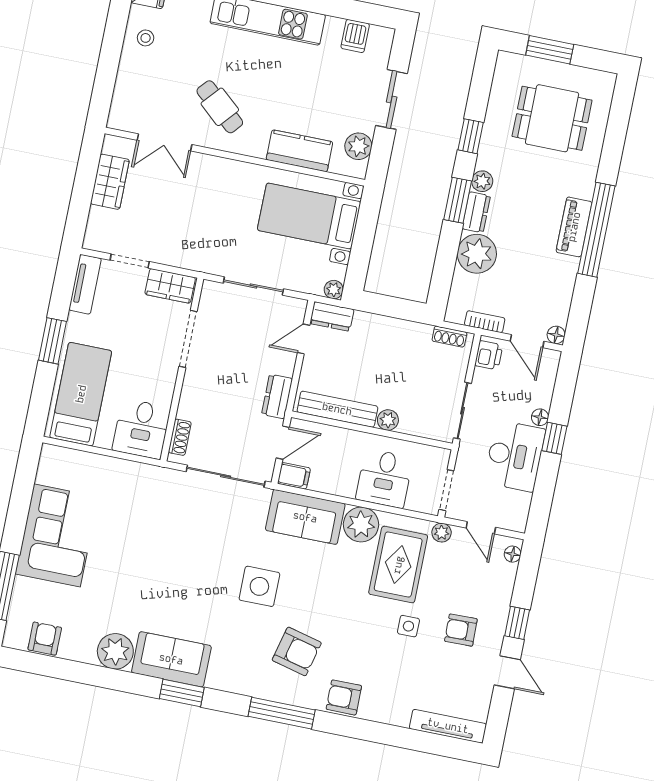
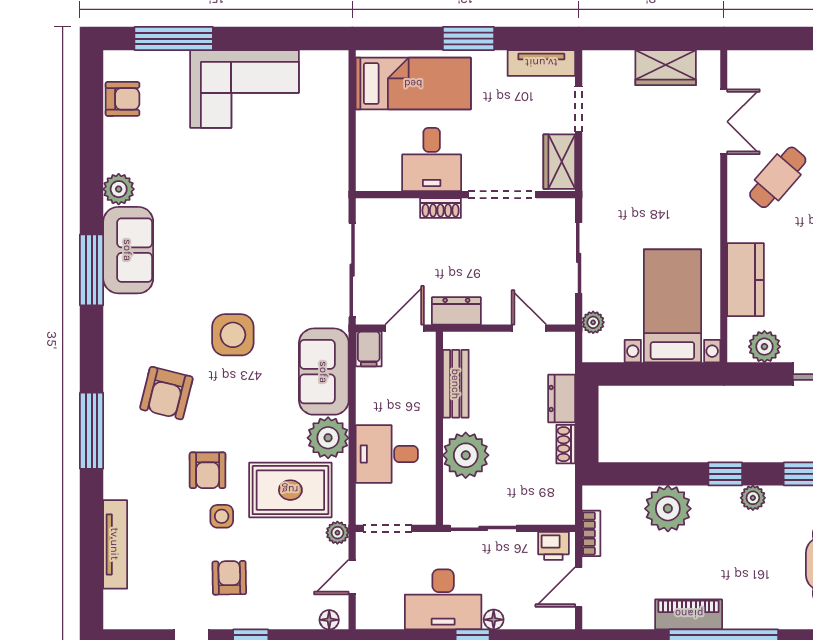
double door: (164, 142) -> (724, 122), swing flipped
window: (458, 200) -> (725, 474), width x0.67
dresser: (476, 212) -> (716, 498), removed
piano: (574, 227) -> (689, 614), moved
plant: (334, 290) -> (593, 322), moved
dresser: (332, 316) -> (562, 398), moved
floor lamp: (556, 335) -> (593, 619), removed
shoe rack: (449, 337) -> (566, 444), moved
bench: (337, 409) -> (456, 384), width x0.73
plant: (388, 420) -> (466, 455), width x1.88, depth x1.88
desk: (141, 429) -> (432, 159), moved, turned -90
shoe rack: (180, 437) -> (441, 208), moved
door: (283, 443) -> (404, 328), swing flipped
plant: (115, 651) -> (119, 189), width x0.73, depth x0.73
window: (182, 693) -> (92, 270), width x1.44
armchair: (344, 697) -> (208, 470), moved, turned 180
window: (282, 713) -> (92, 431), moved
tv unit: (448, 726) -> (115, 544), moved

